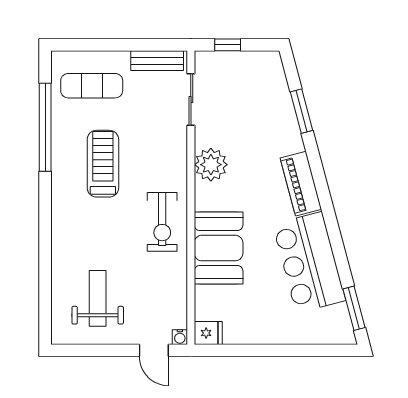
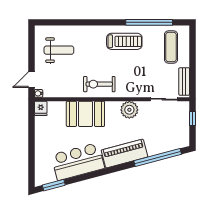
window: (302, 111) -> (158, 158), width x2.11
treadmill: (103, 164) -> (124, 41), moved
piano: (301, 184) -> (124, 153), width x1.37, depth x1.33

